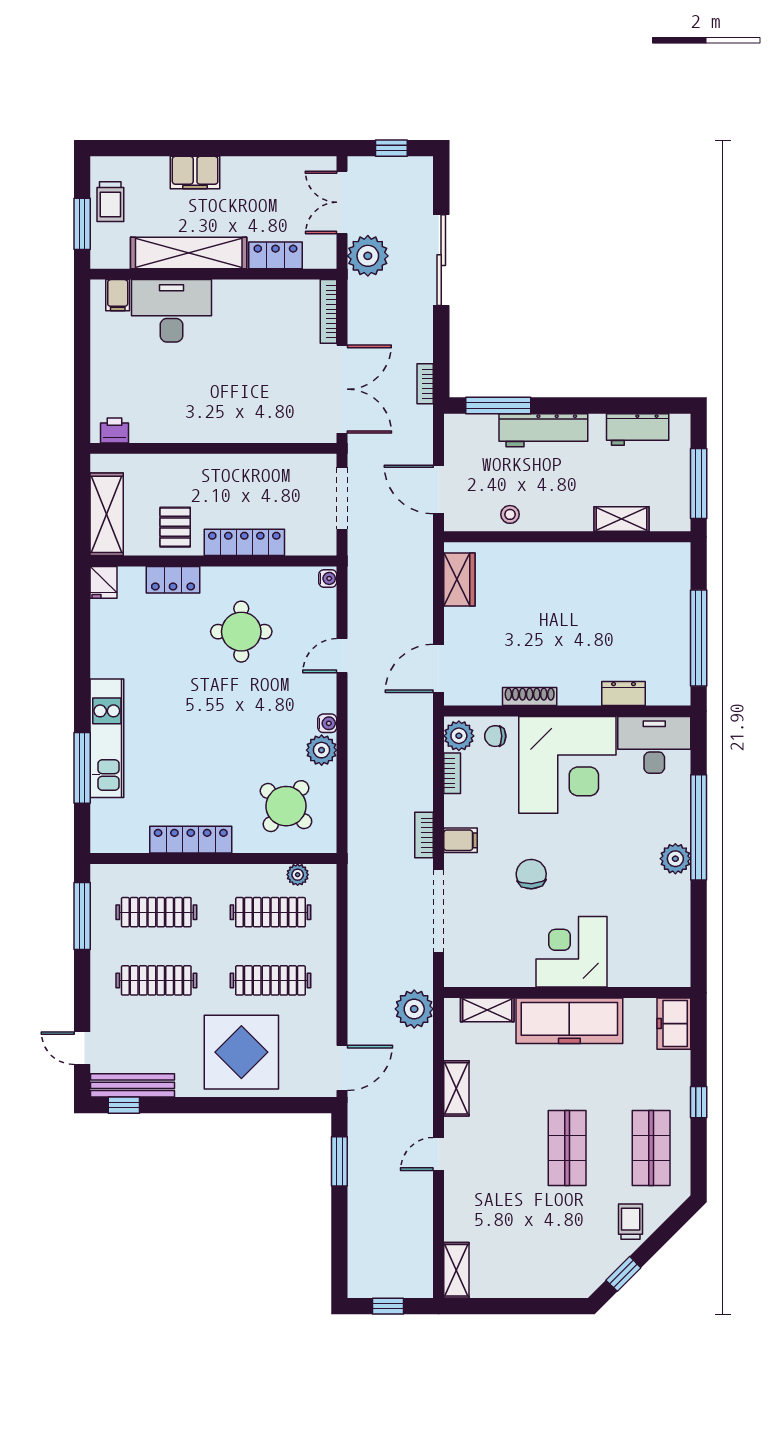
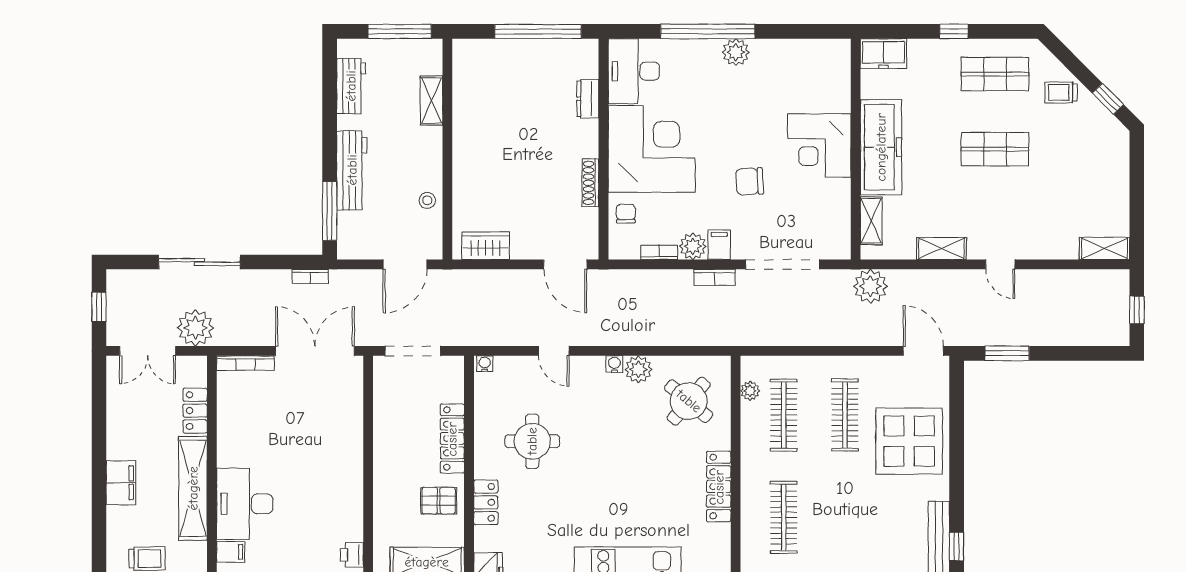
plant: (459, 736) -> (693, 246), moved
chair: (495, 736) -> (626, 214), turned 180
clothes rail: (156, 980) -> (845, 517), removed

